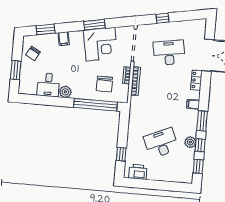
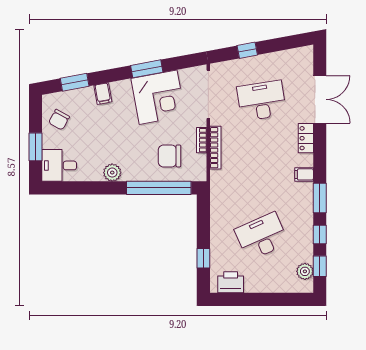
chair: (104, 84) -> (169, 156), turned 90
desk: (48, 85) -> (59, 165), moved, turned 90
plant: (190, 142) -> (305, 271), moved

